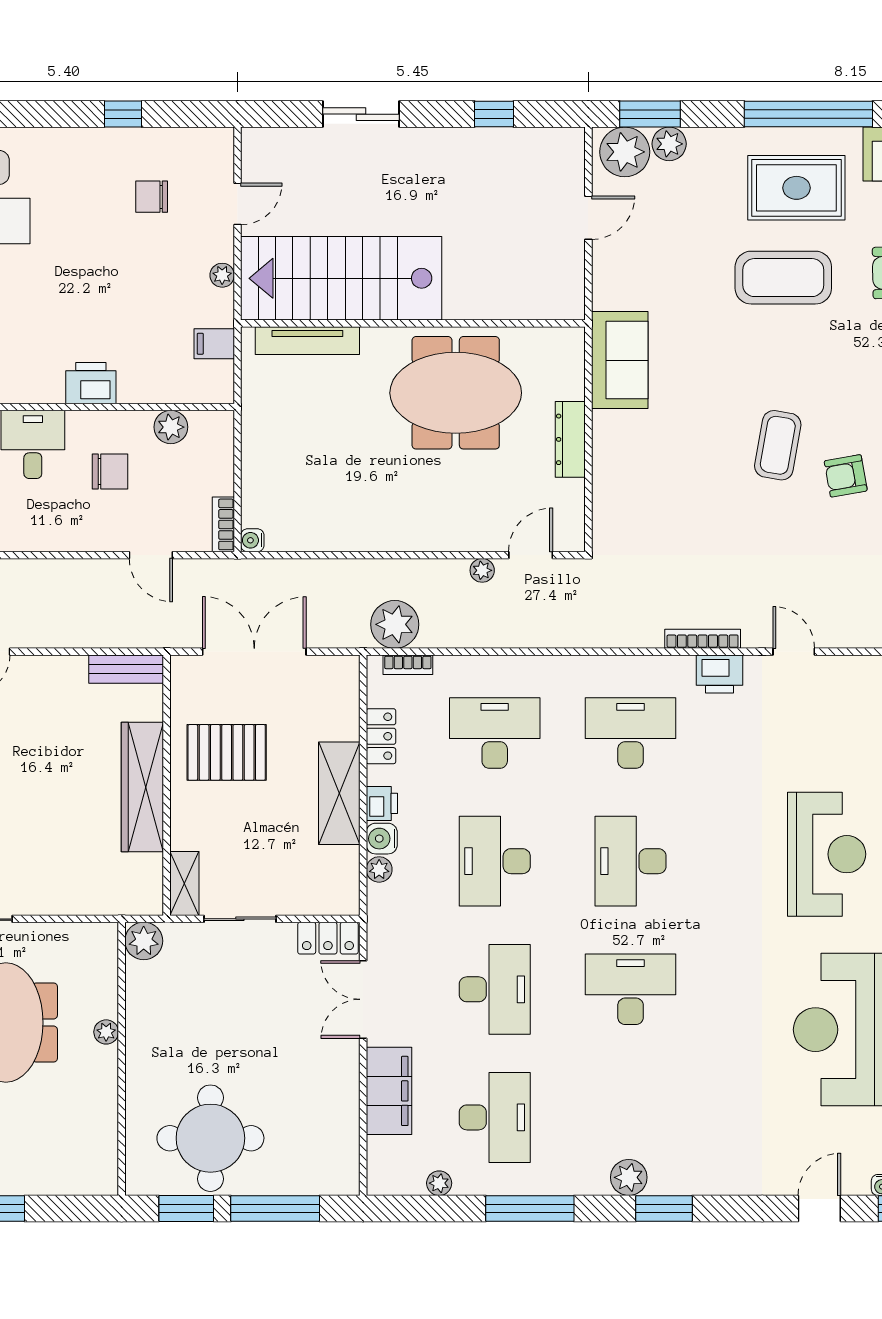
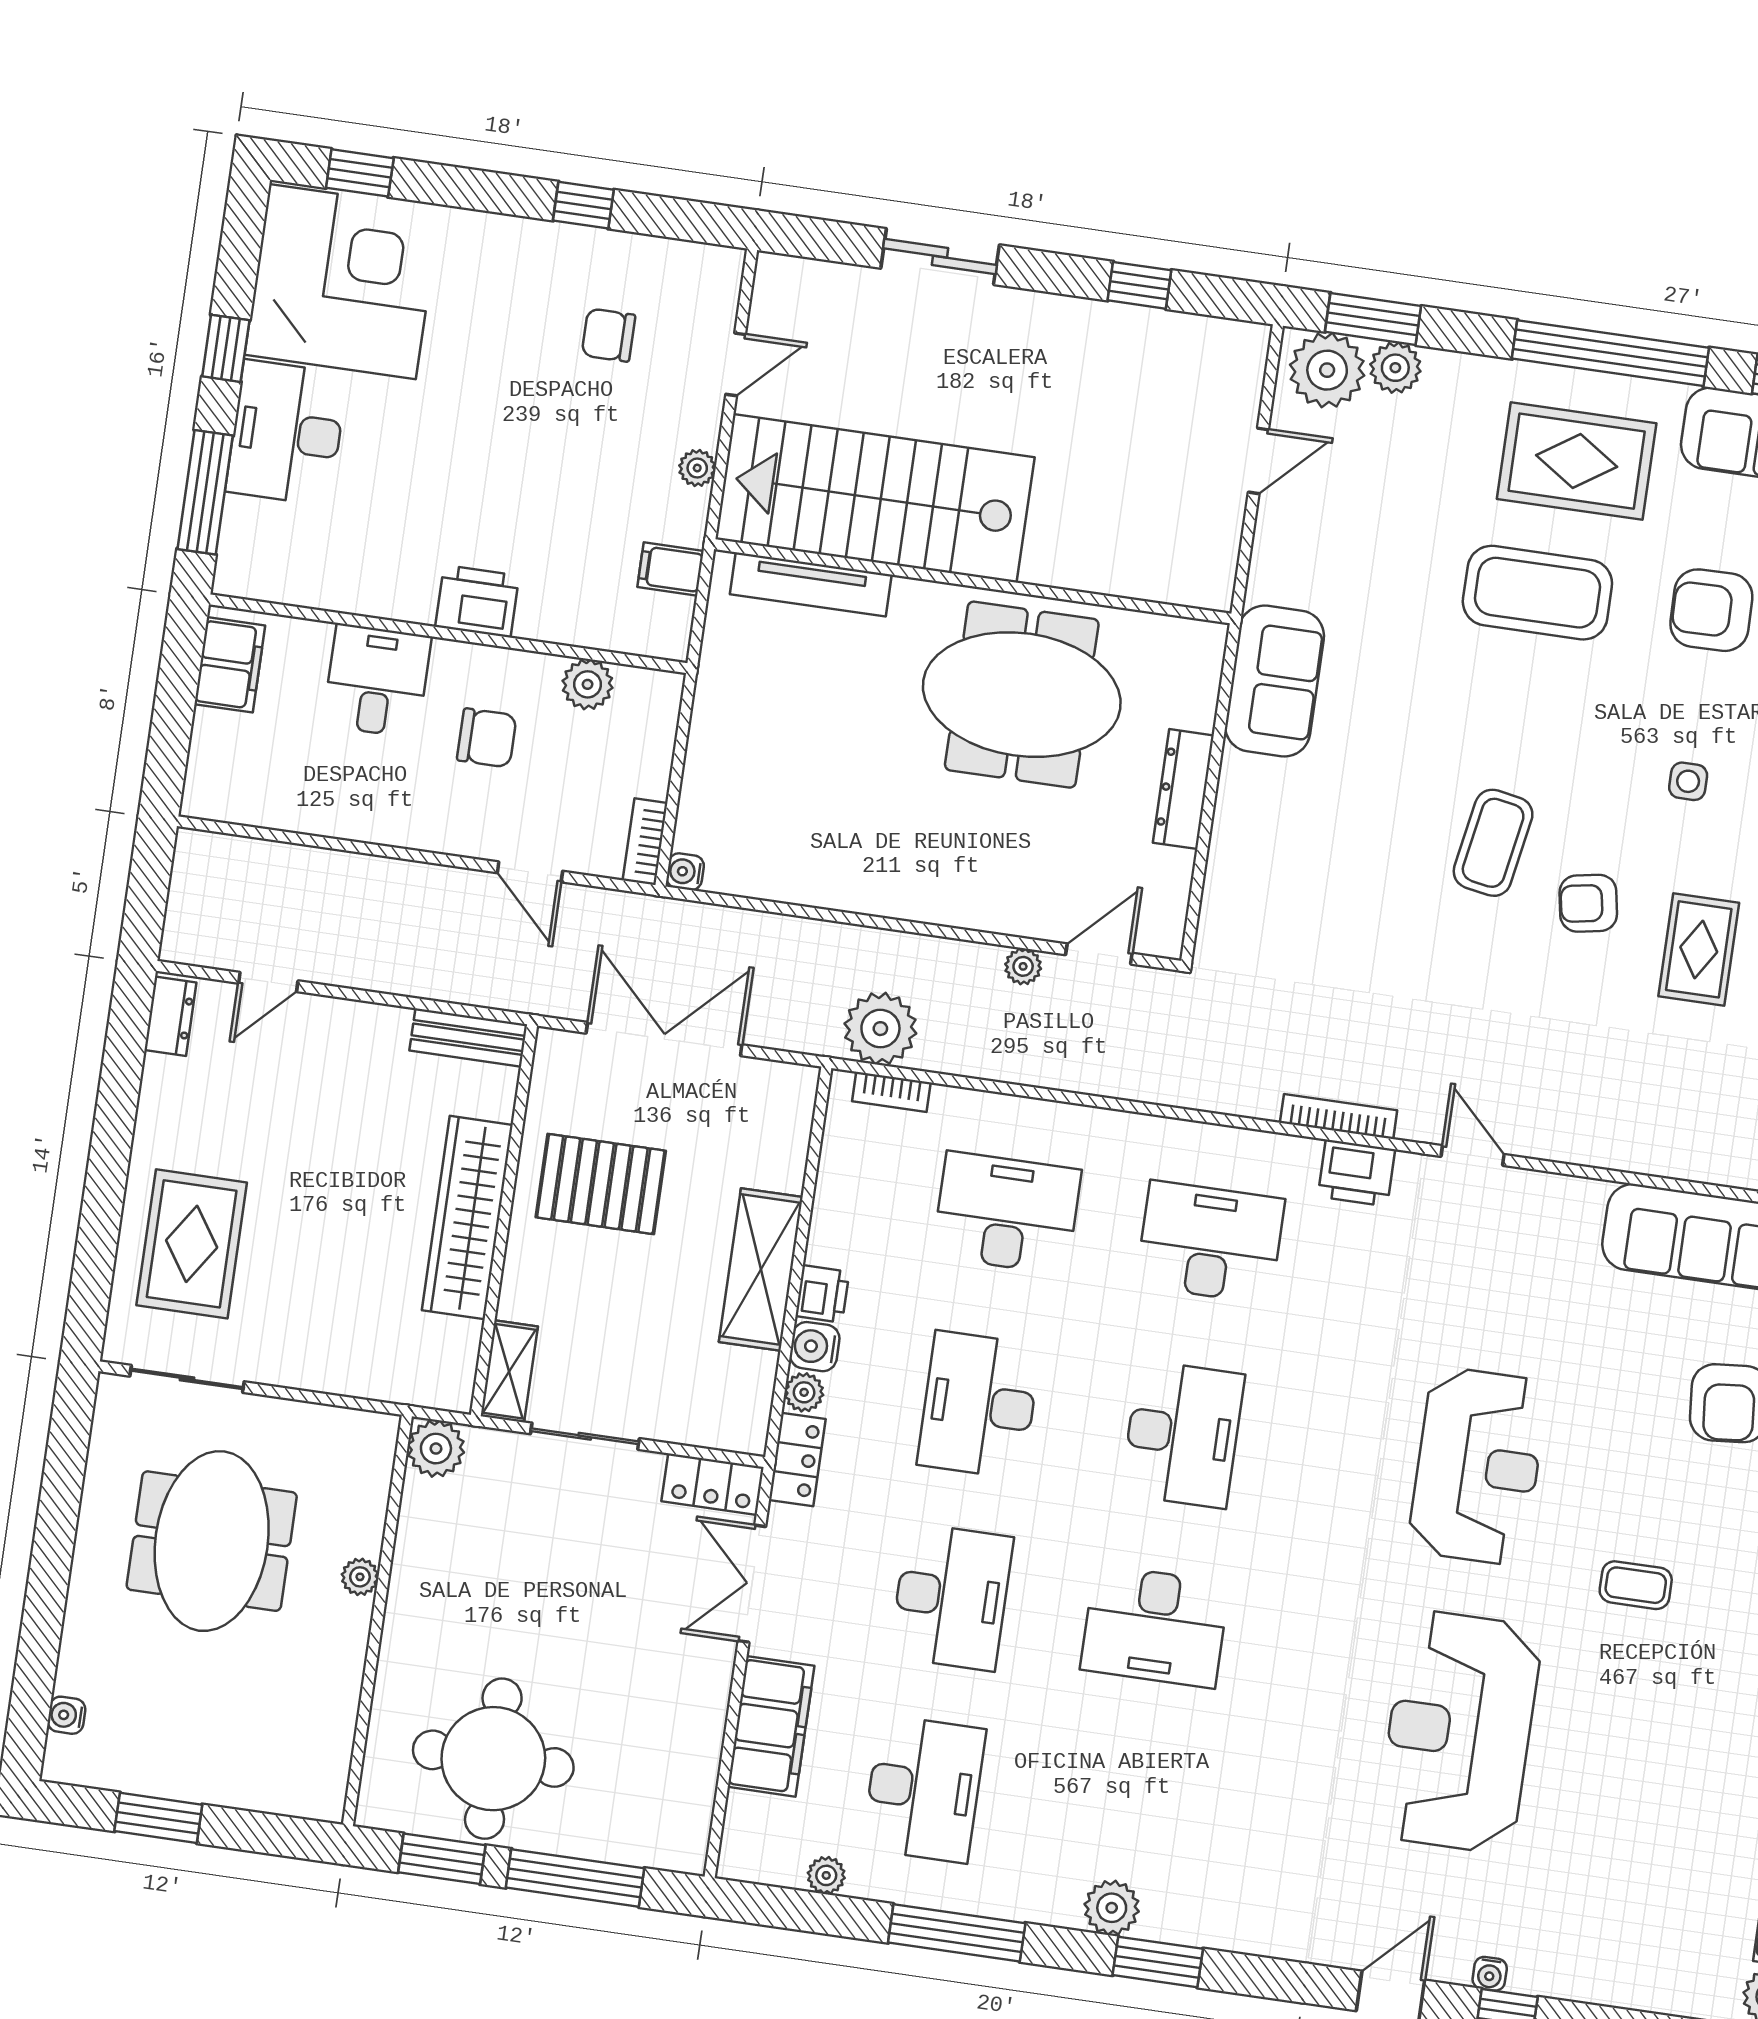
locker: (381, 736) -> (797, 1459), moved
desk: (631, 861) -> (1183, 1434), turned 180
desk: (631, 989) -> (1155, 1626), turned 180

